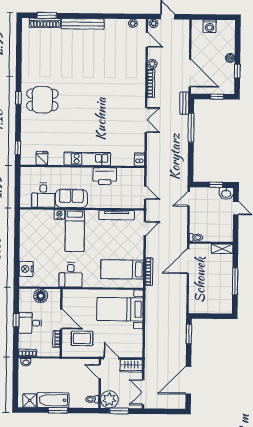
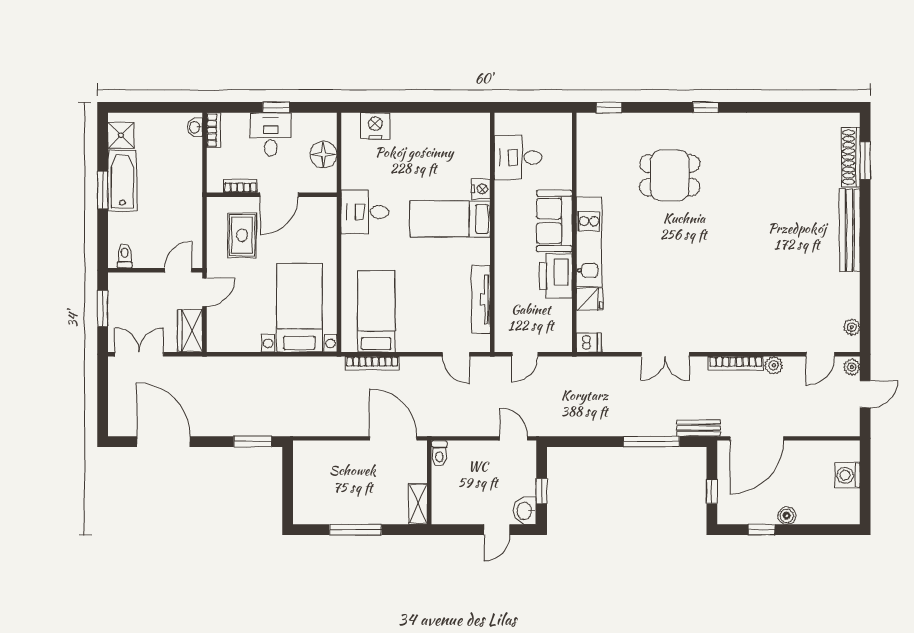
dining table: (42, 100) -> (670, 175), moved, turned 90
fridge: (42, 158) -> (590, 299), moved
sofa: (71, 198) -> (554, 221), moved, turned 180
plant: (109, 399) -> (125, 289), removed

